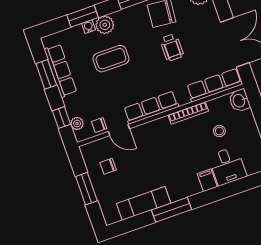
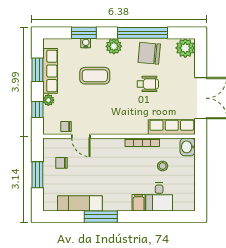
plant: (105, 25) -> (114, 46), moved
wheelchair: (172, 47) -> (148, 84), turned -90
row of seats: (151, 108) -> (114, 127), removed
plant: (77, 123) -> (48, 100), moved

